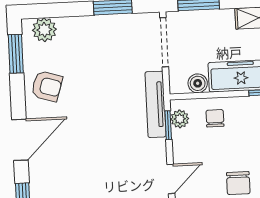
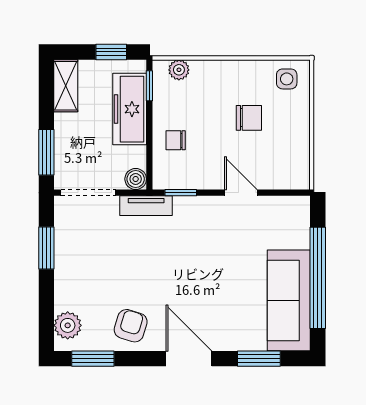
boiler: (198, 83) -> (136, 179), moved
tv unit: (156, 104) -> (146, 206), width x0.71
plant: (180, 119) -> (174, 179), removed

